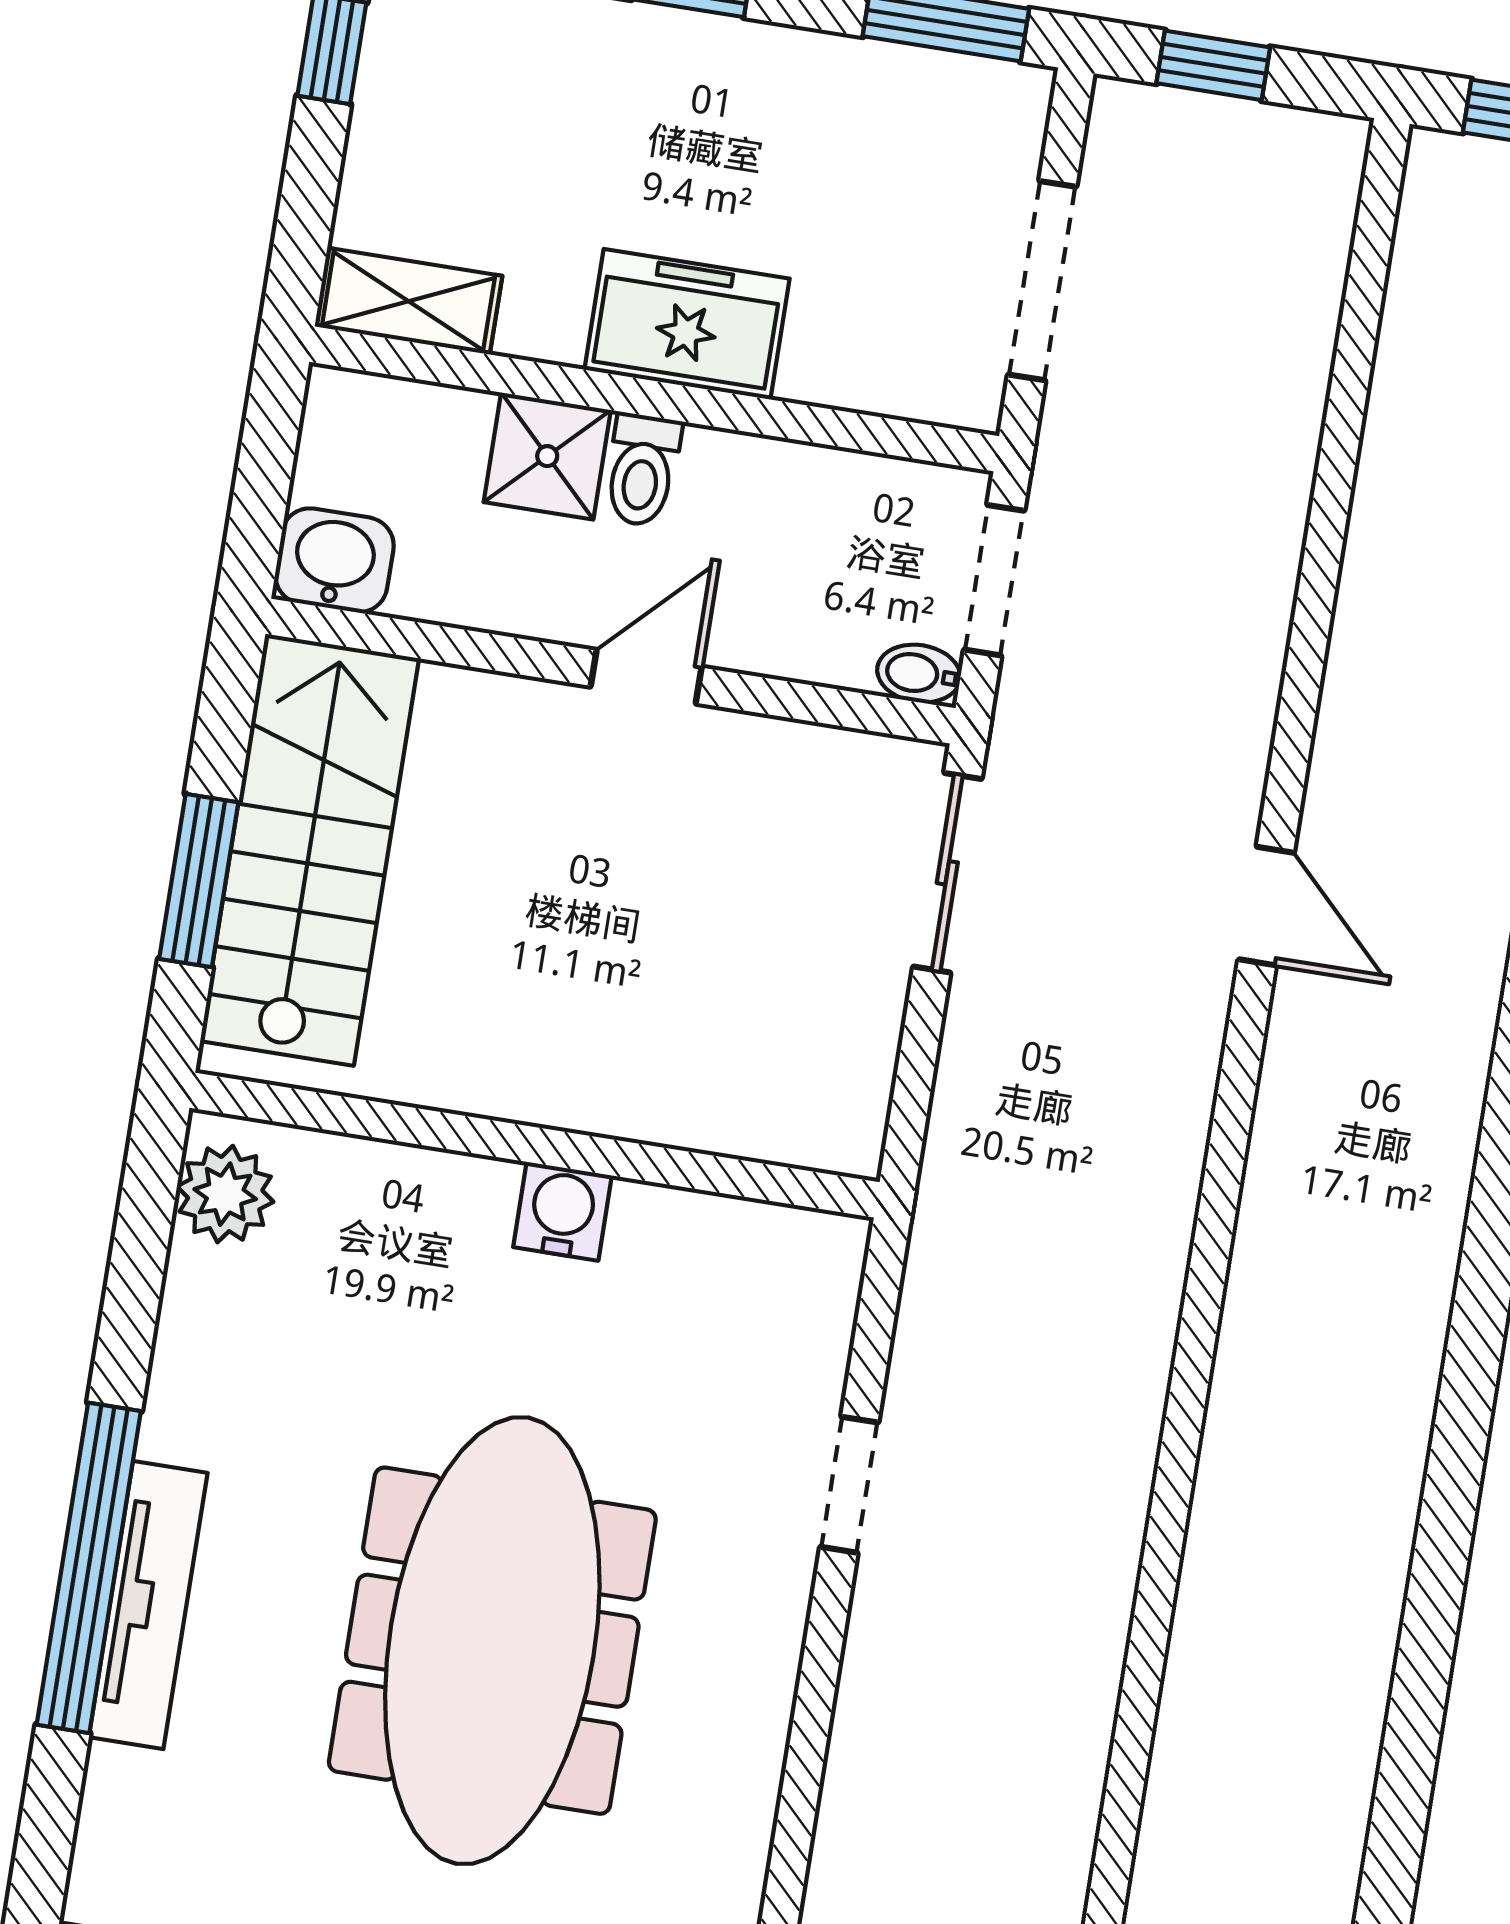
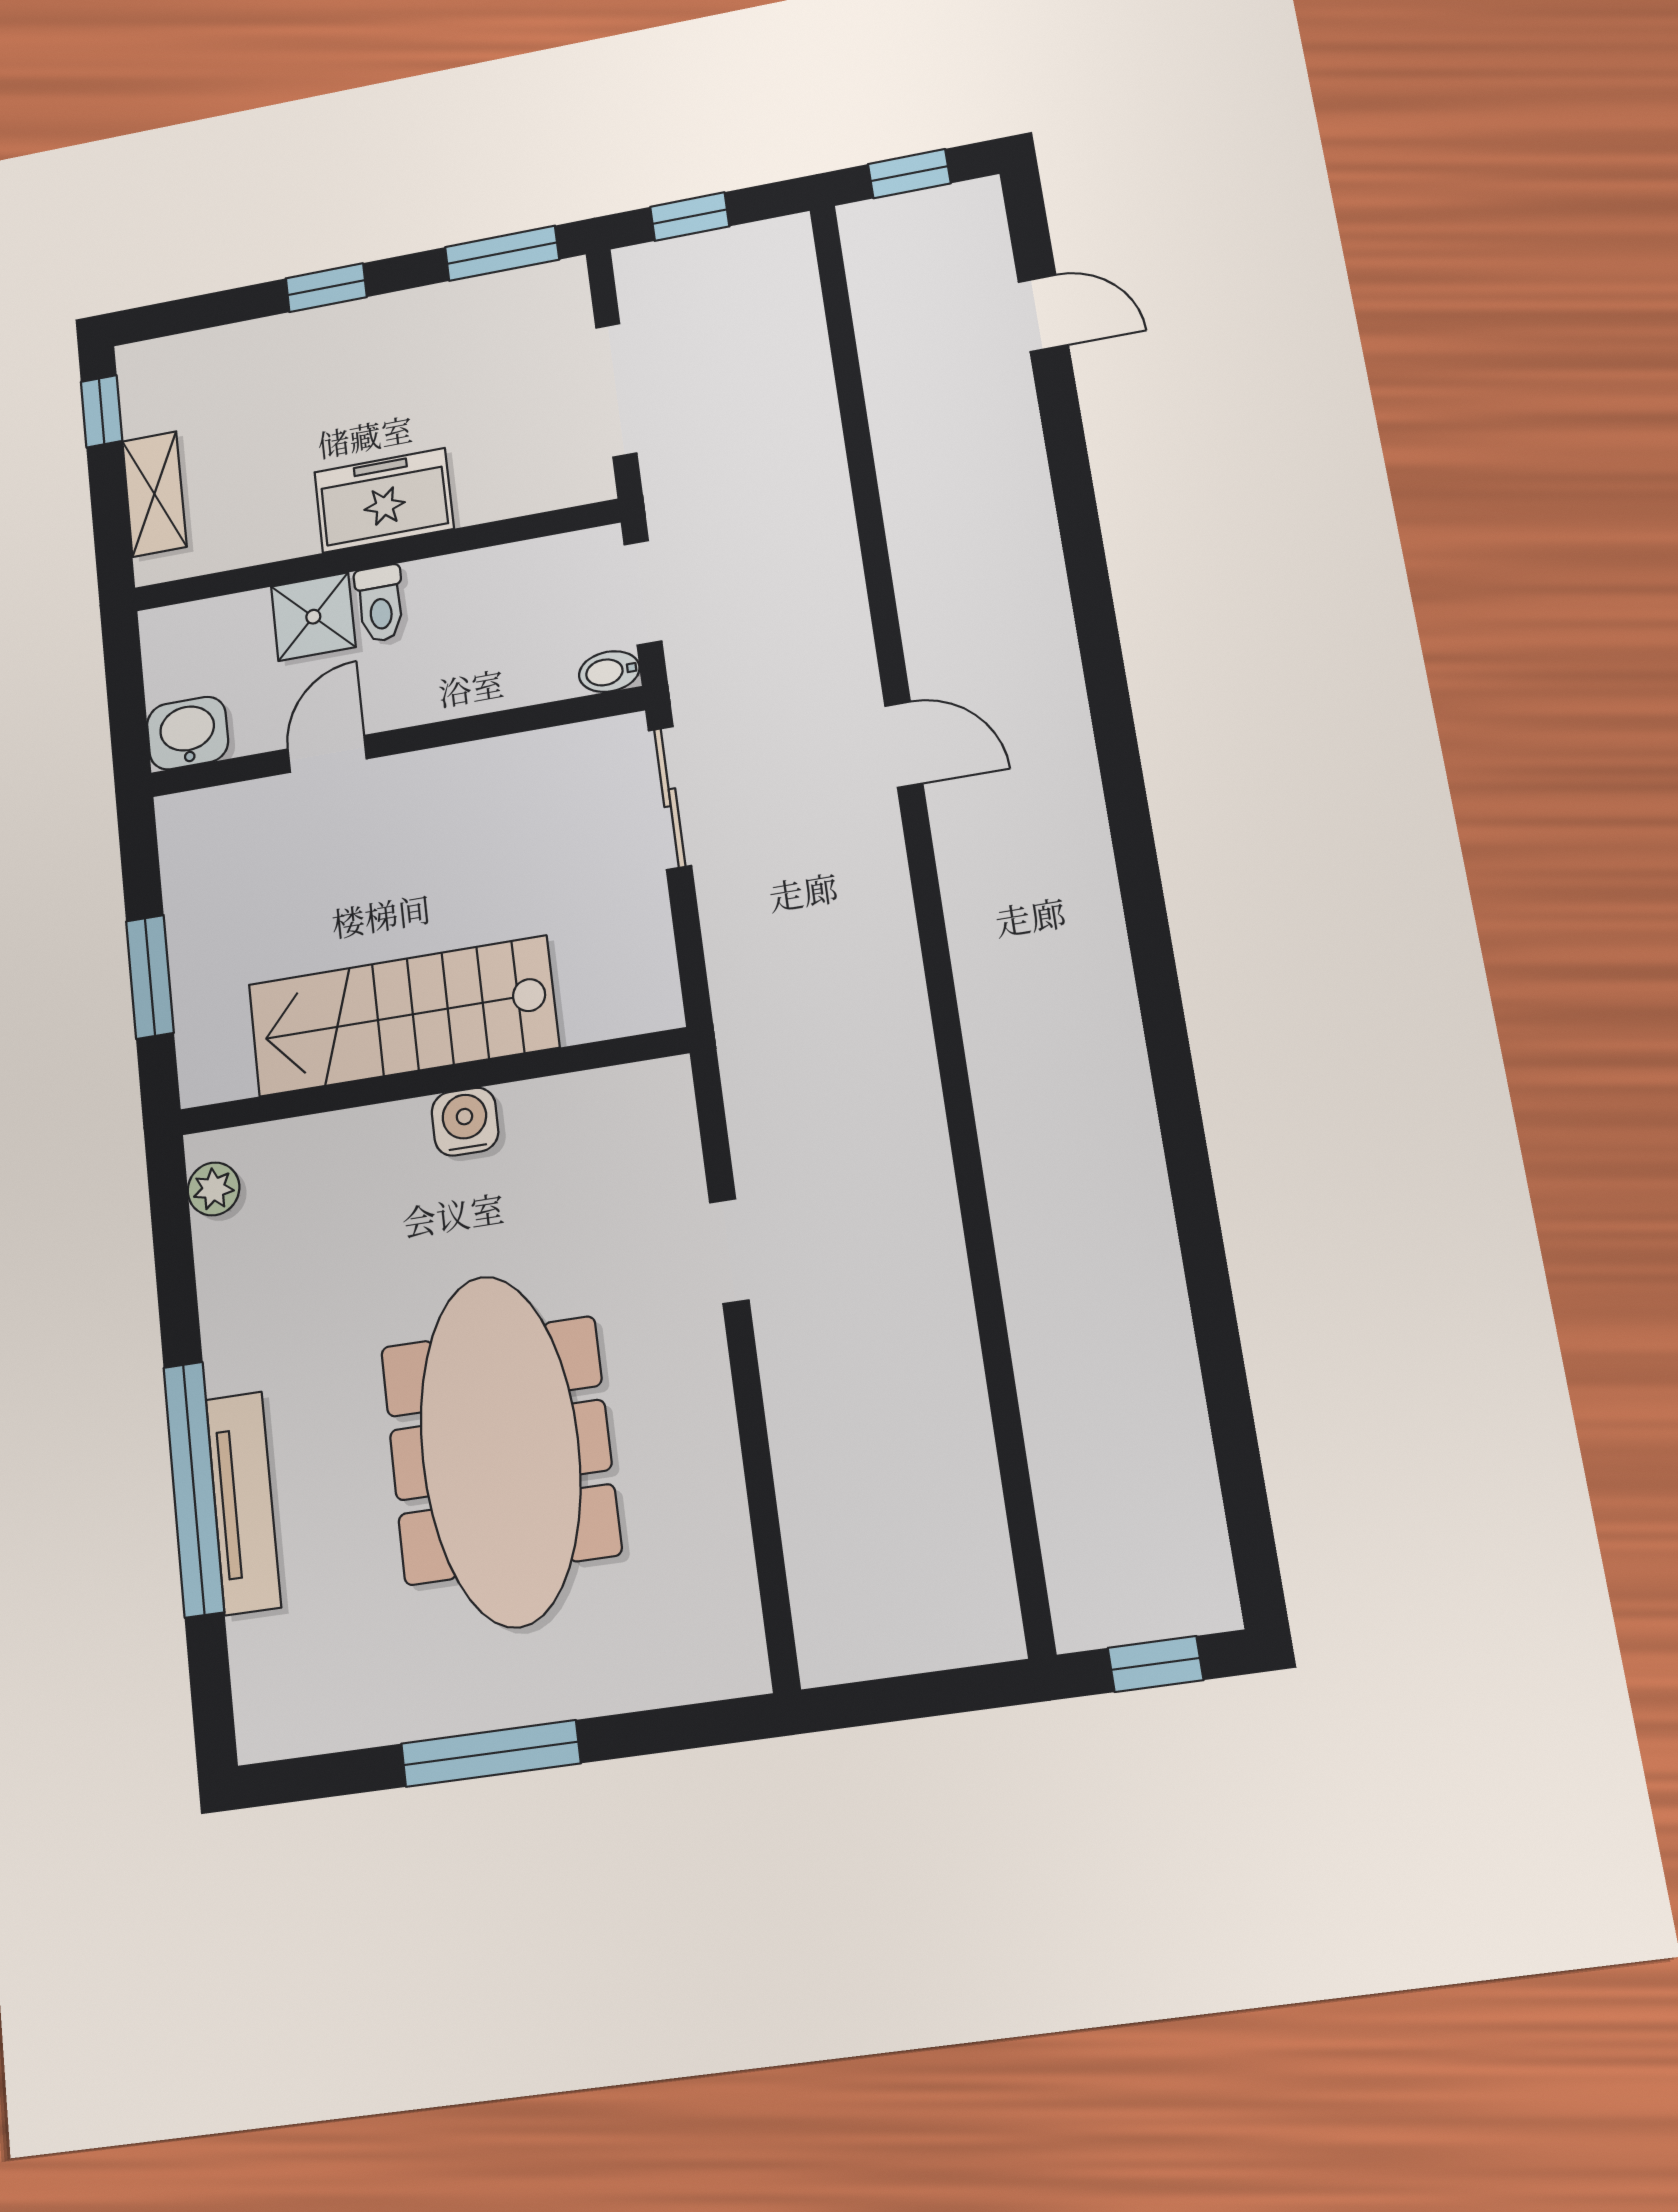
shelving: (408, 301) -> (154, 494), moved, turned 90
door: (646, 677) -> (327, 754), moved
stairs: (310, 850) -> (403, 1016), moved, turned -90
plant: (225, 1194) -> (214, 1189), width x0.73, depth x0.73

